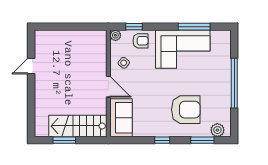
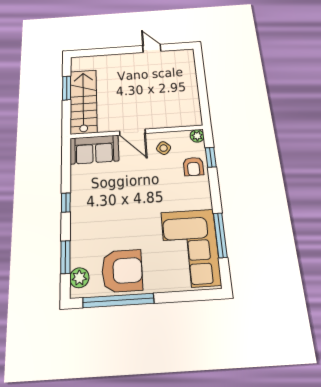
corner sofa: (183, 49) -> (191, 248), moved
window: (234, 83) -> (118, 300), moved
door: (108, 87) -> (132, 132), hinge flipped
armchair: (186, 110) -> (122, 271), moved, turned -90

